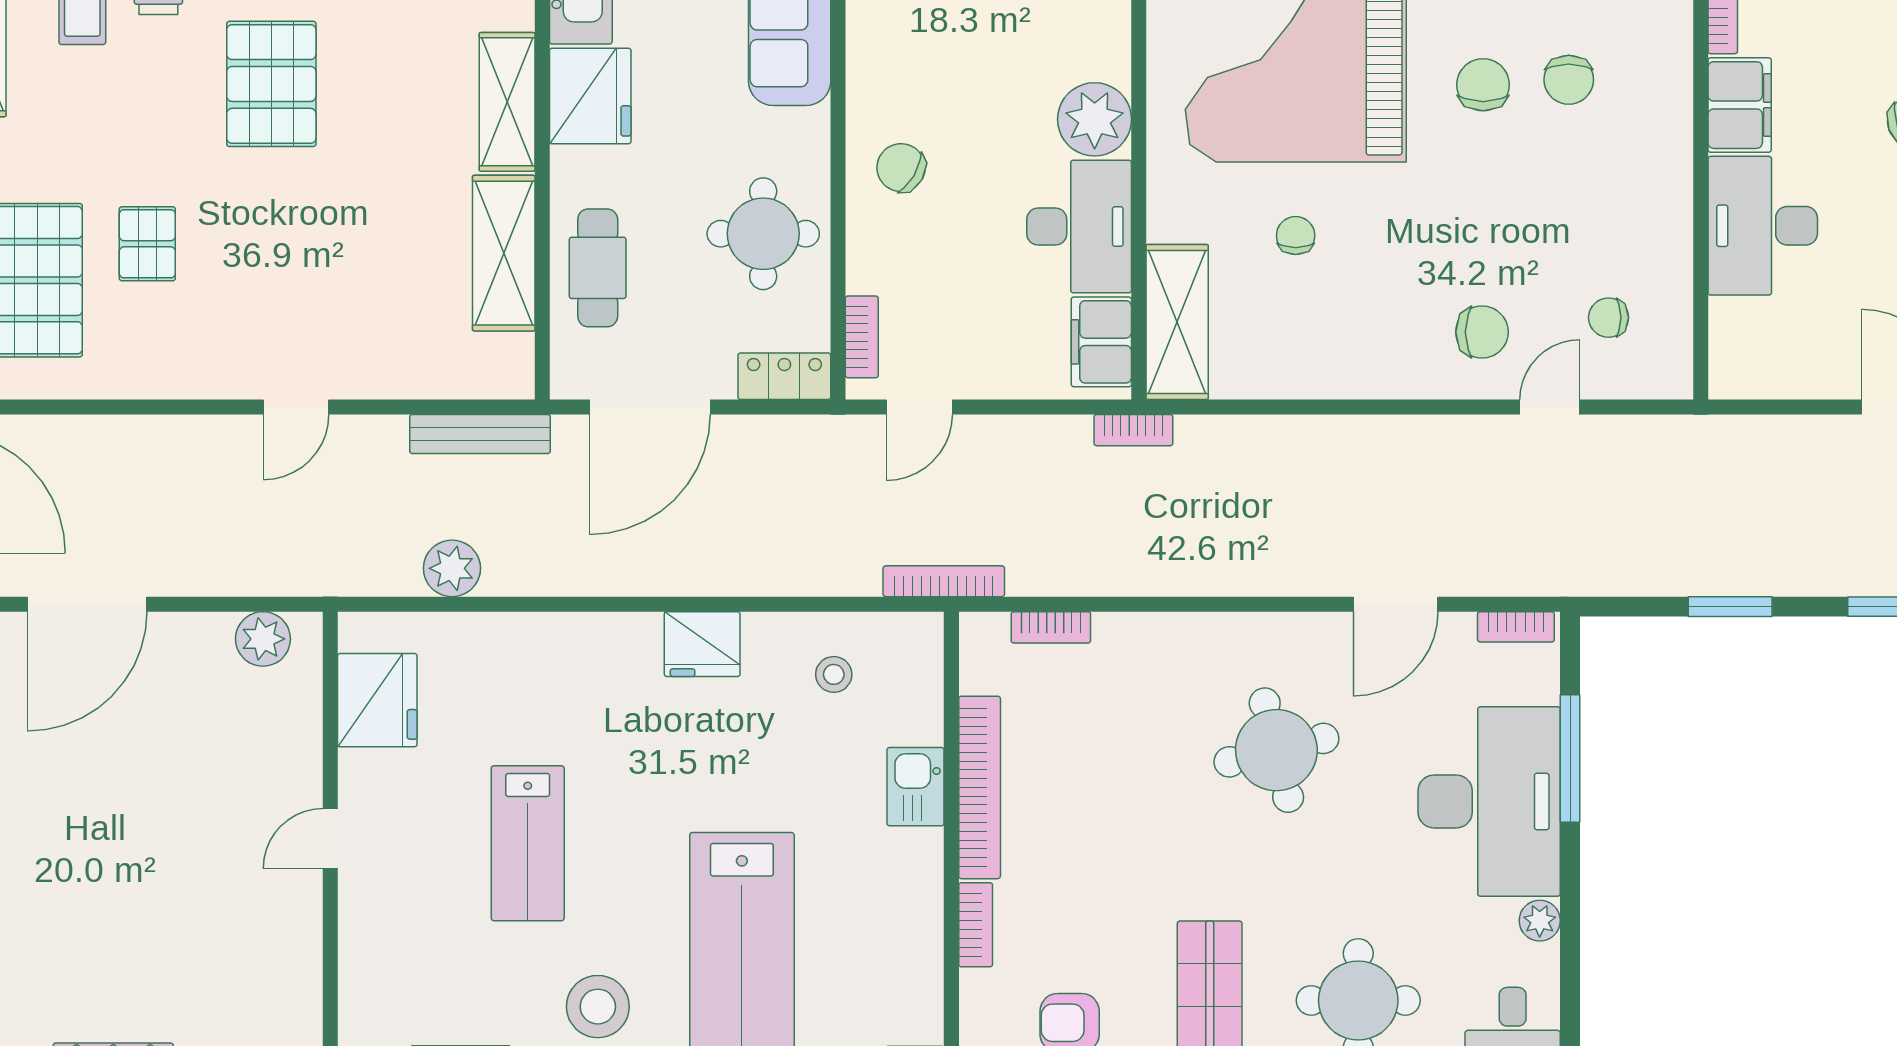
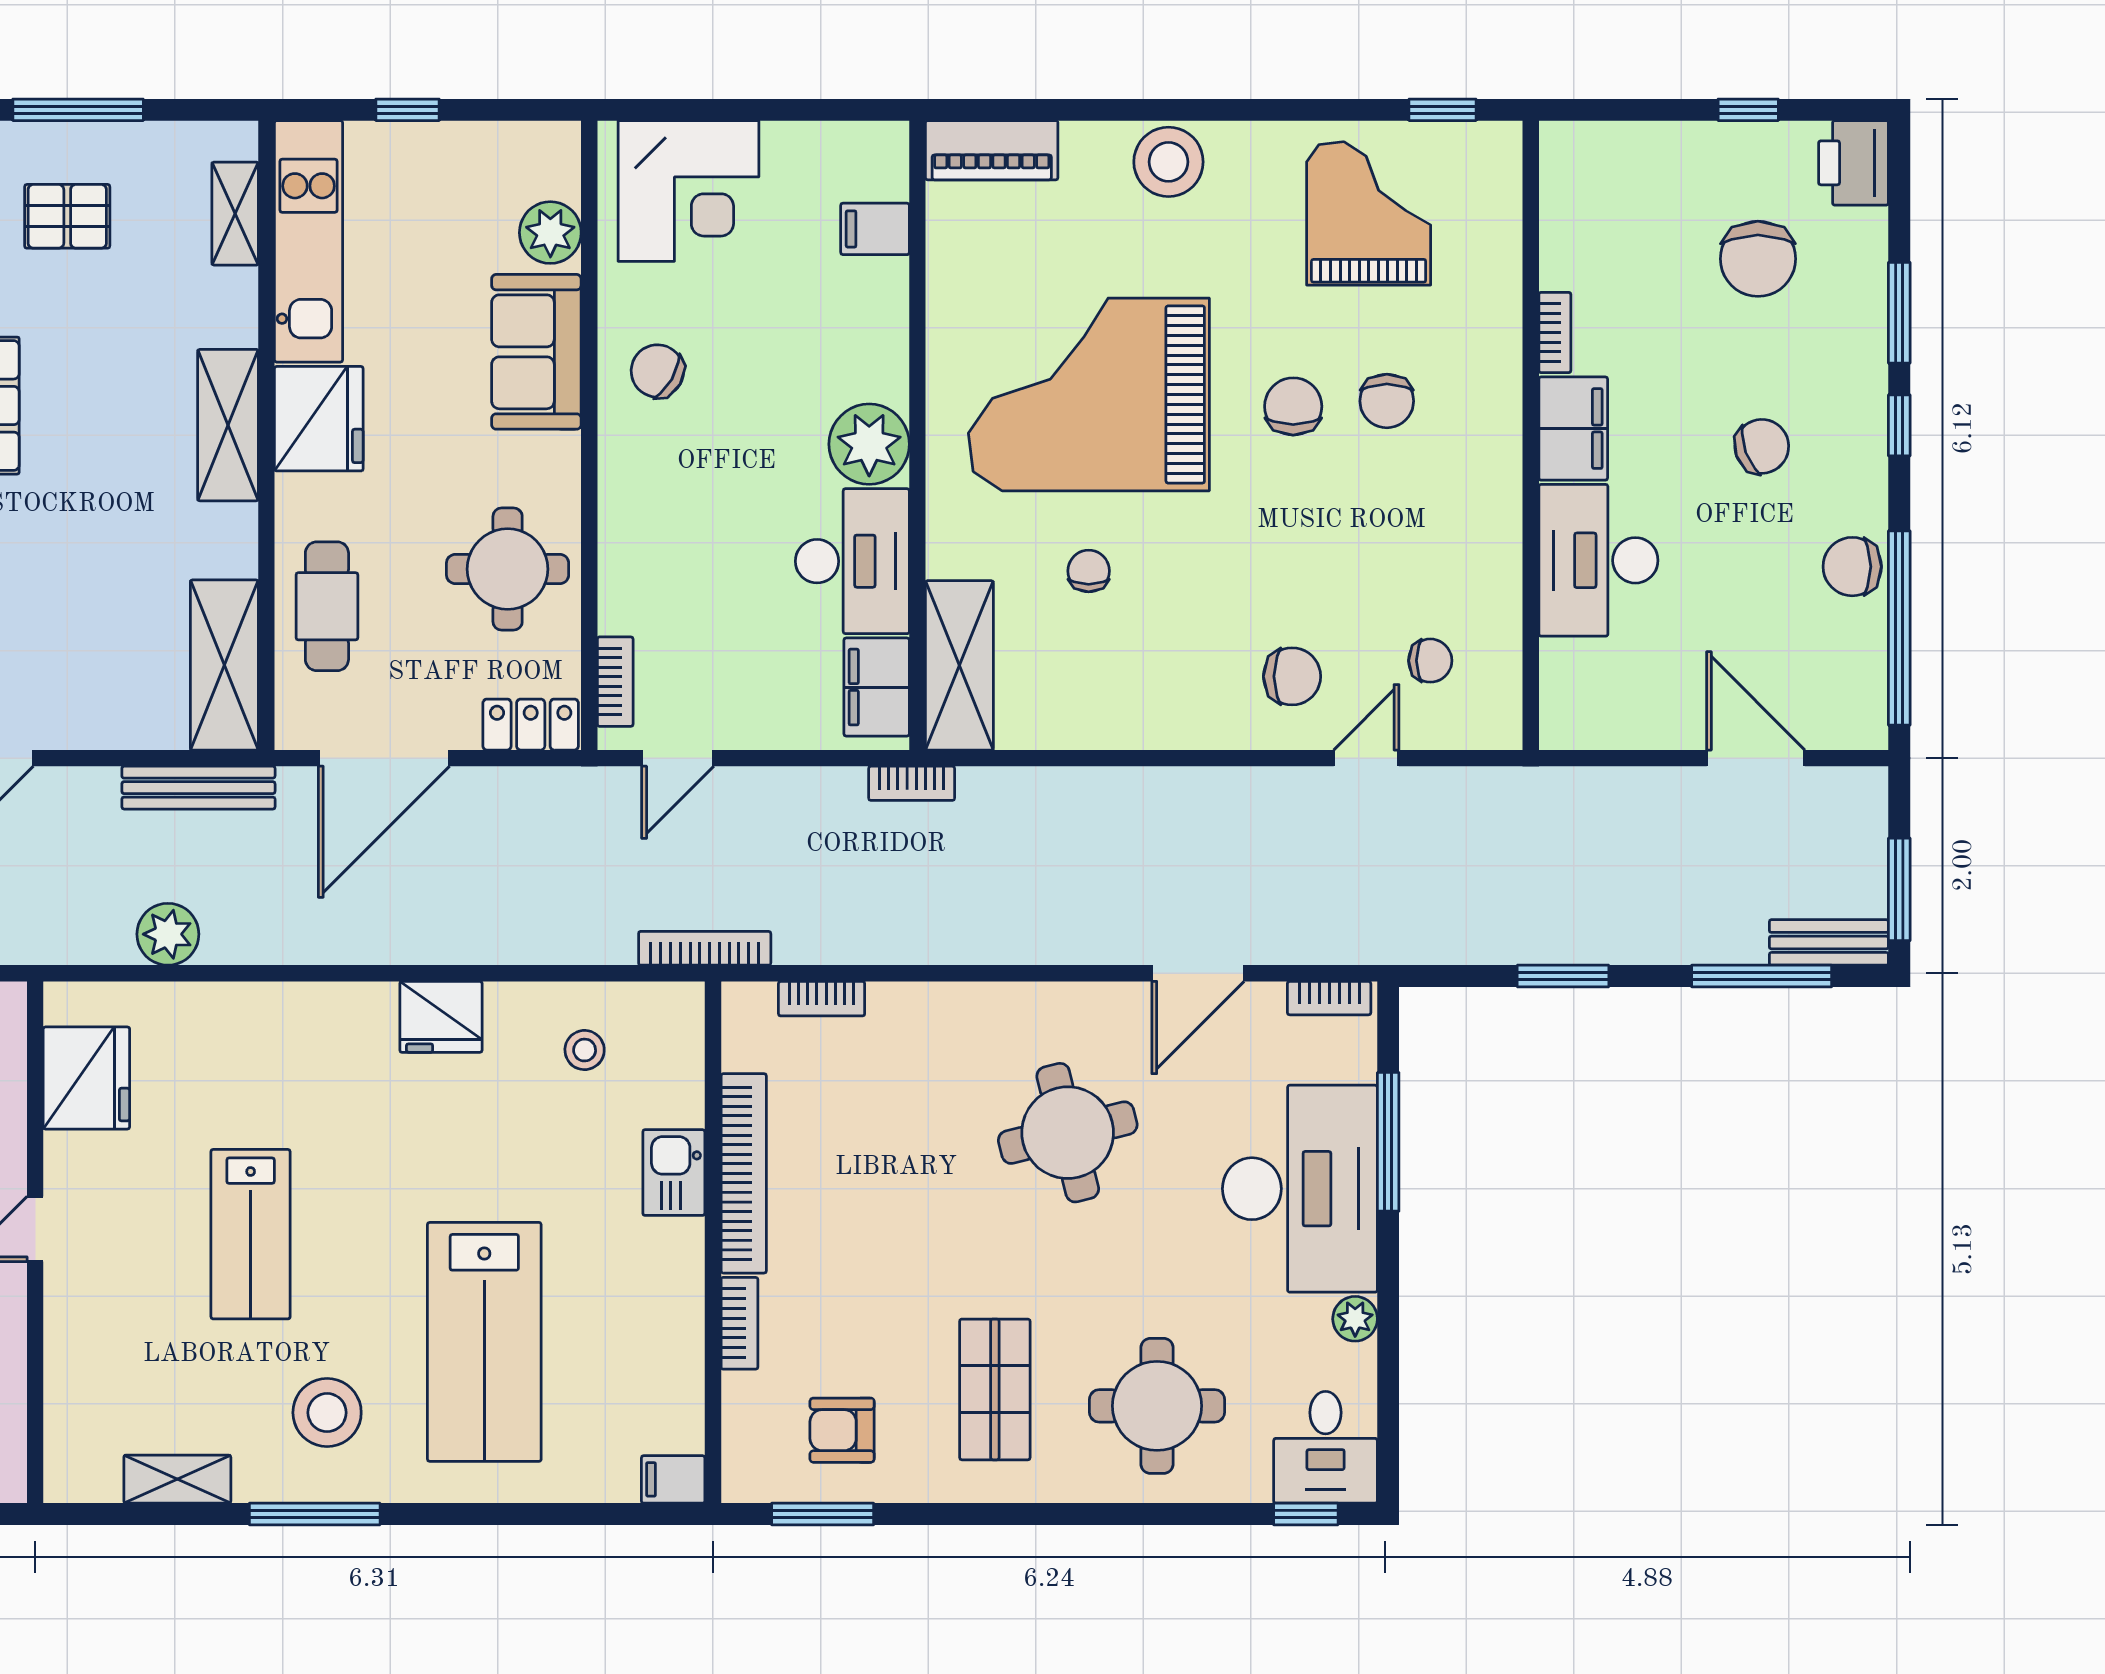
chair: (901, 168) -> (657, 371), moved
shelving: (504, 253) -> (224, 665), moved
chair: (1609, 318) -> (1430, 661), turned 180

